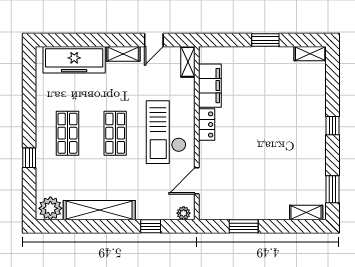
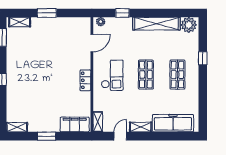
filing cabinet: (210, 86) -> (75, 124), moved, turned 90
checkout: (166, 132) -> (112, 75), width x0.73, depth x0.83
window: (244, 226) -> (47, 13), moved

